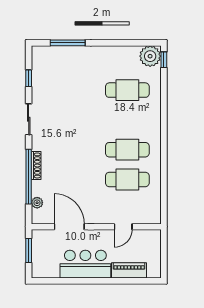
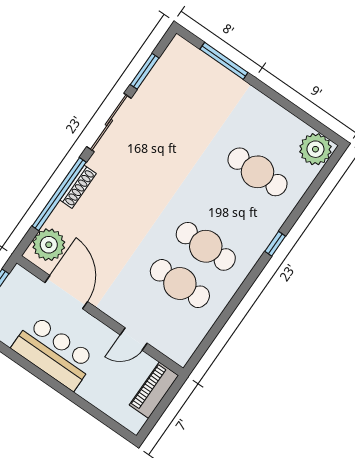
window: (164, 60) -> (275, 244), moved
window: (29, 78) -> (145, 71), width x1.50
sliding door: (29, 119) -> (109, 122), width x1.37
plant: (37, 203) -> (49, 245), width x1.88, depth x1.88
piano: (129, 270) -> (154, 390), moved, turned -90

